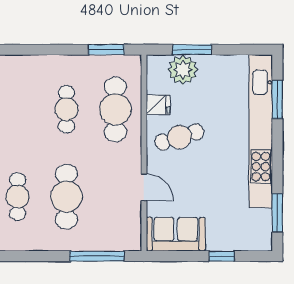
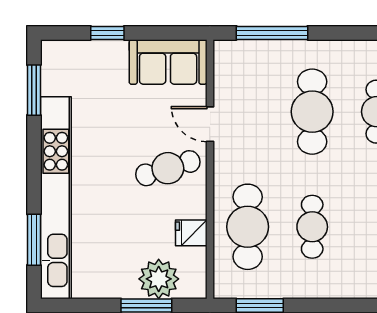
cafe table: (179, 137) -> (168, 168), moved

